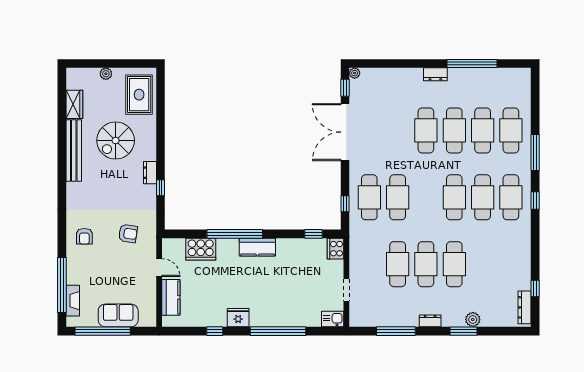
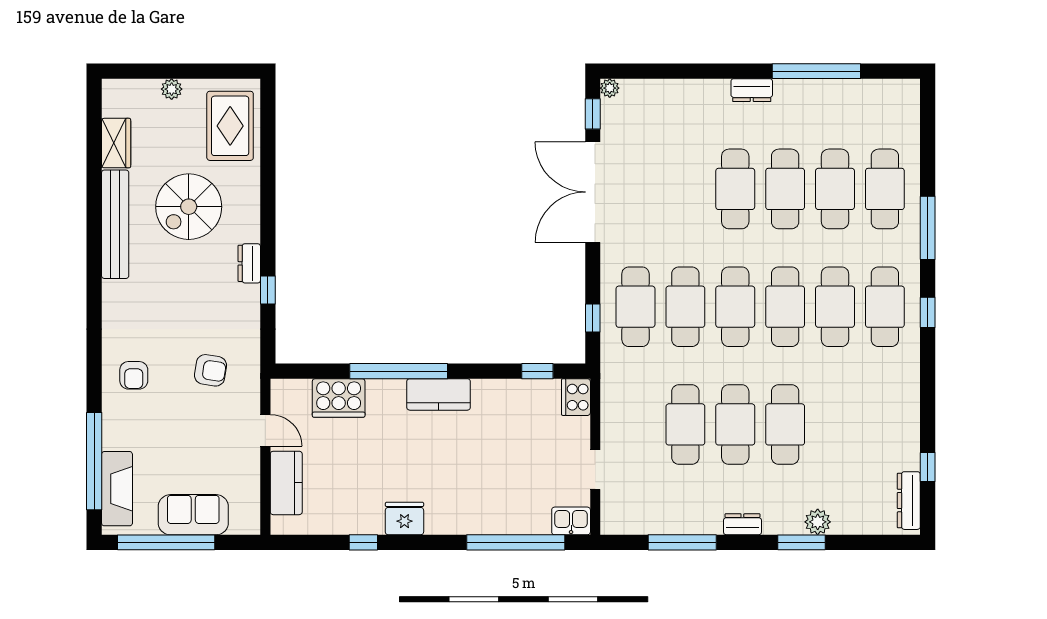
cafe table: (426, 197) -> (735, 307), added
fireplace: (73, 301) -> (117, 489), width x1.37, depth x1.32
window: (278, 331) -> (516, 542), moved

